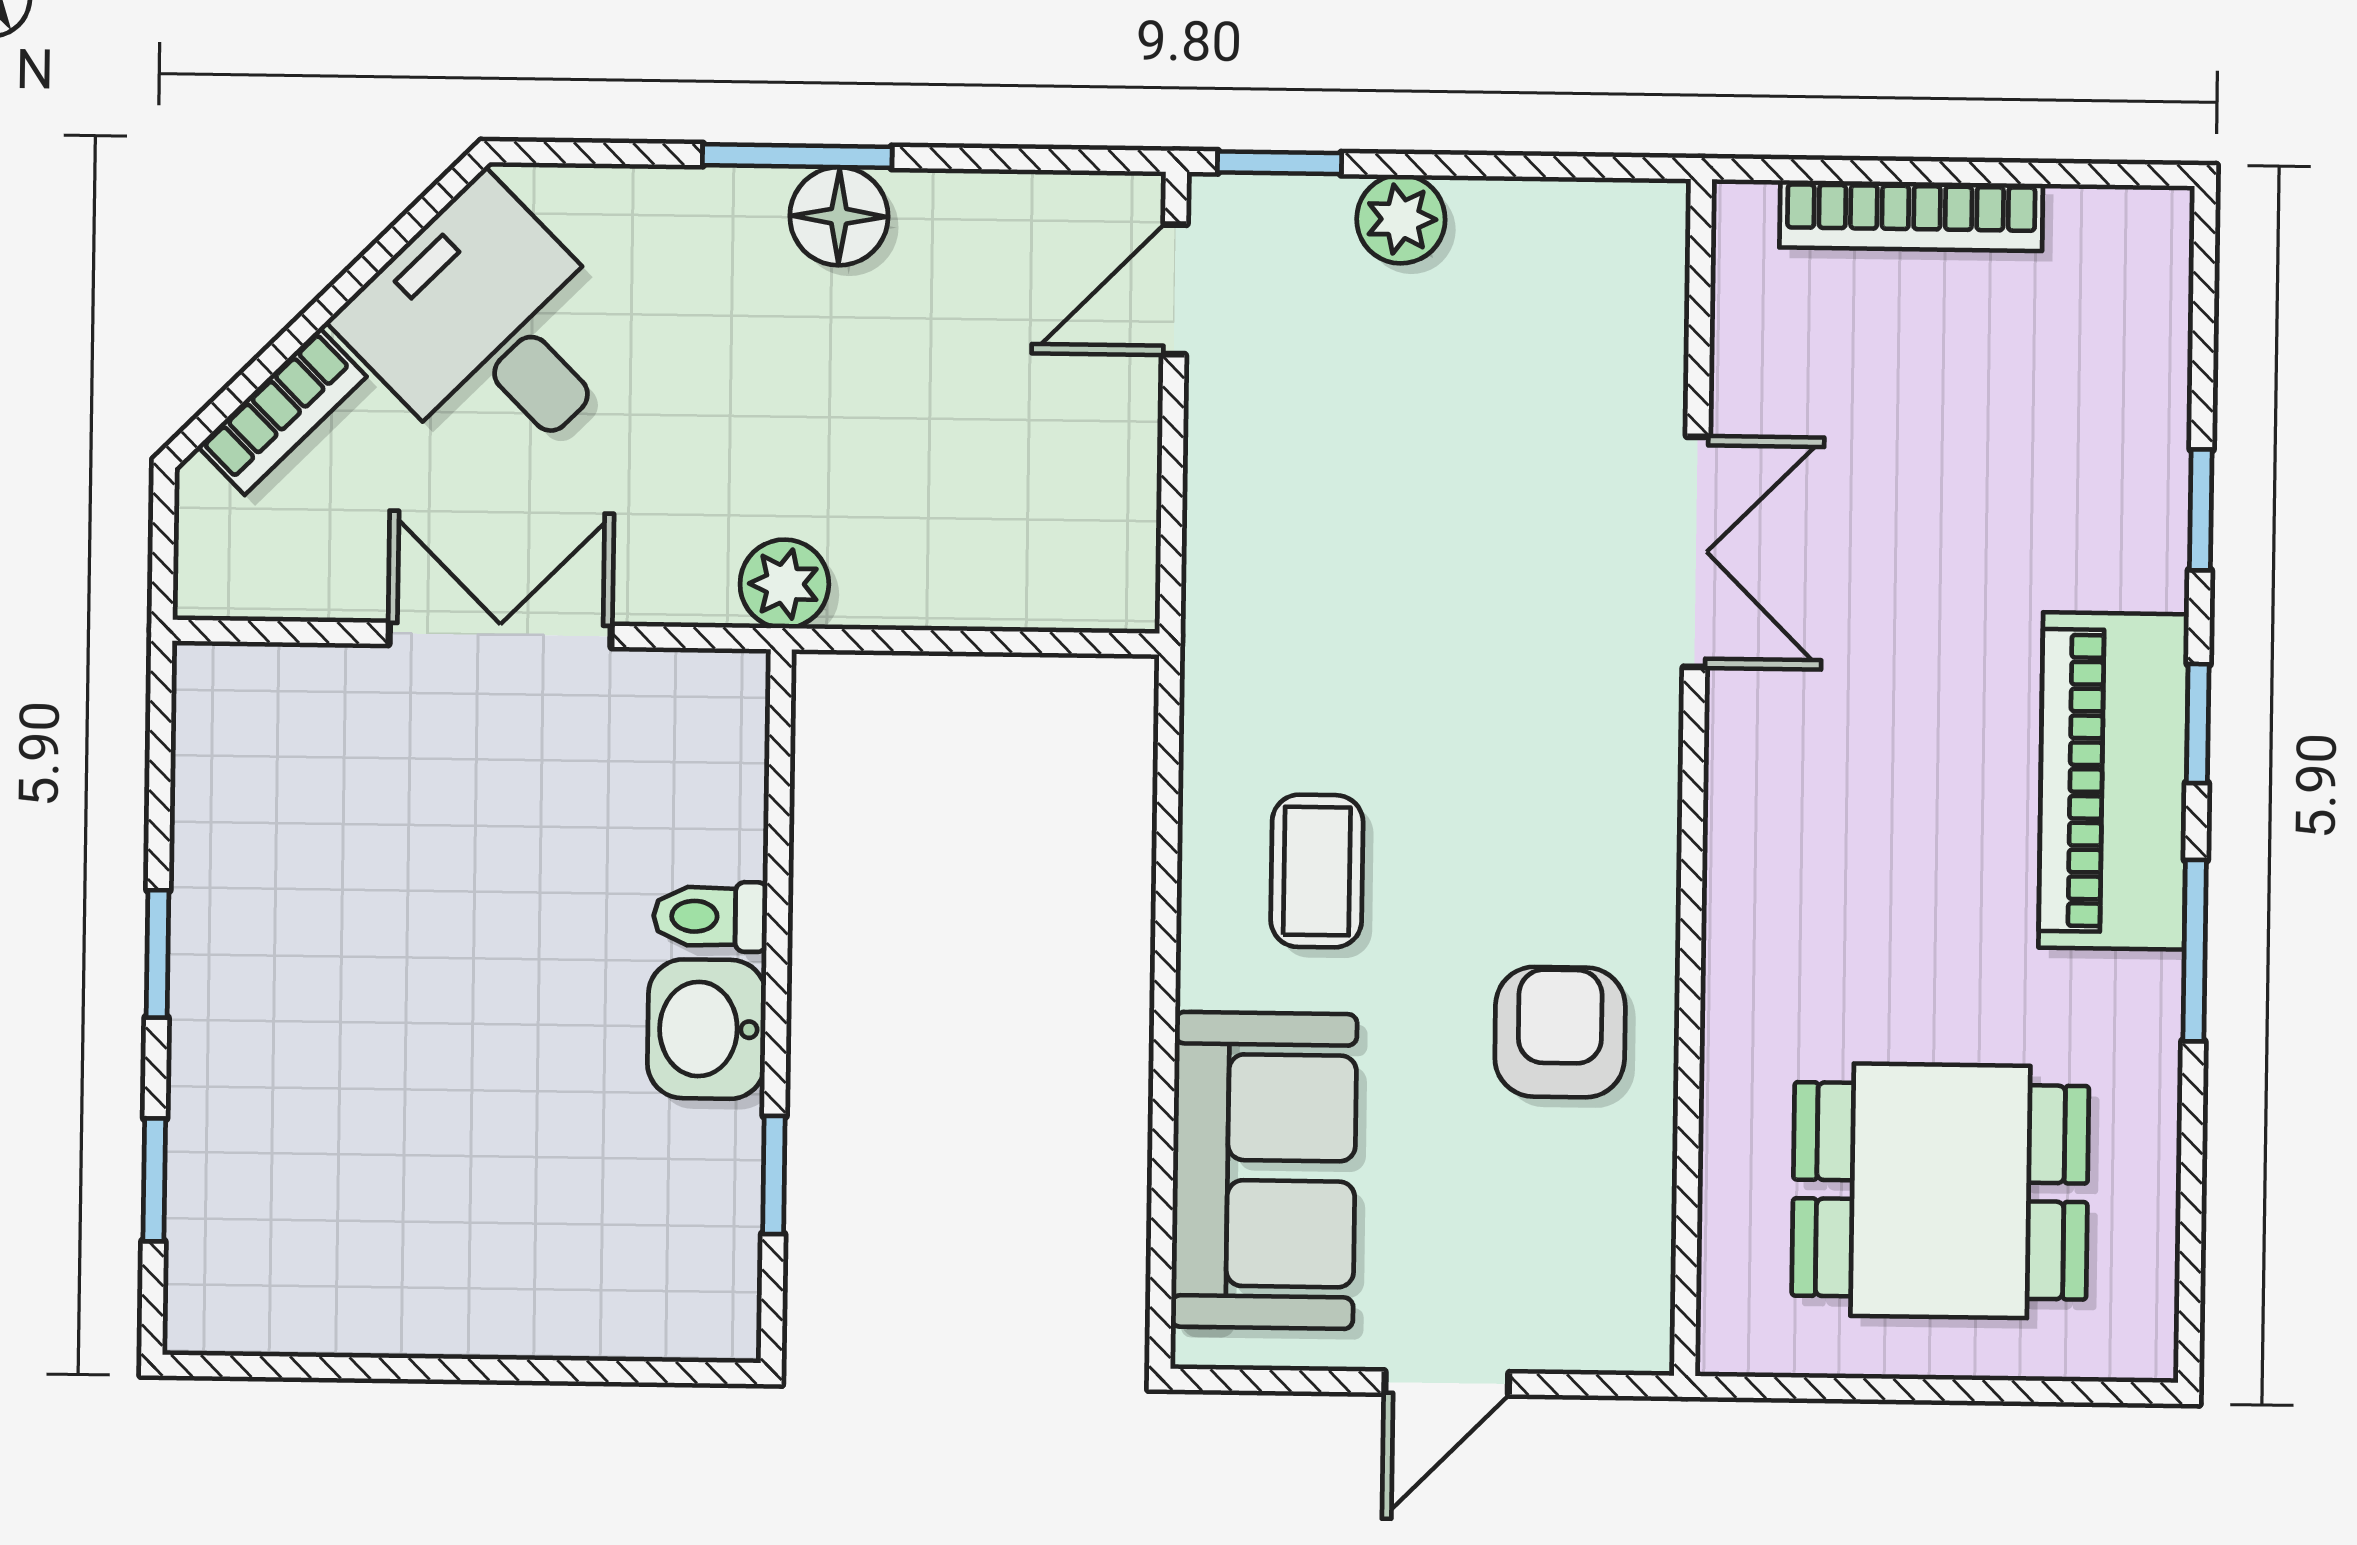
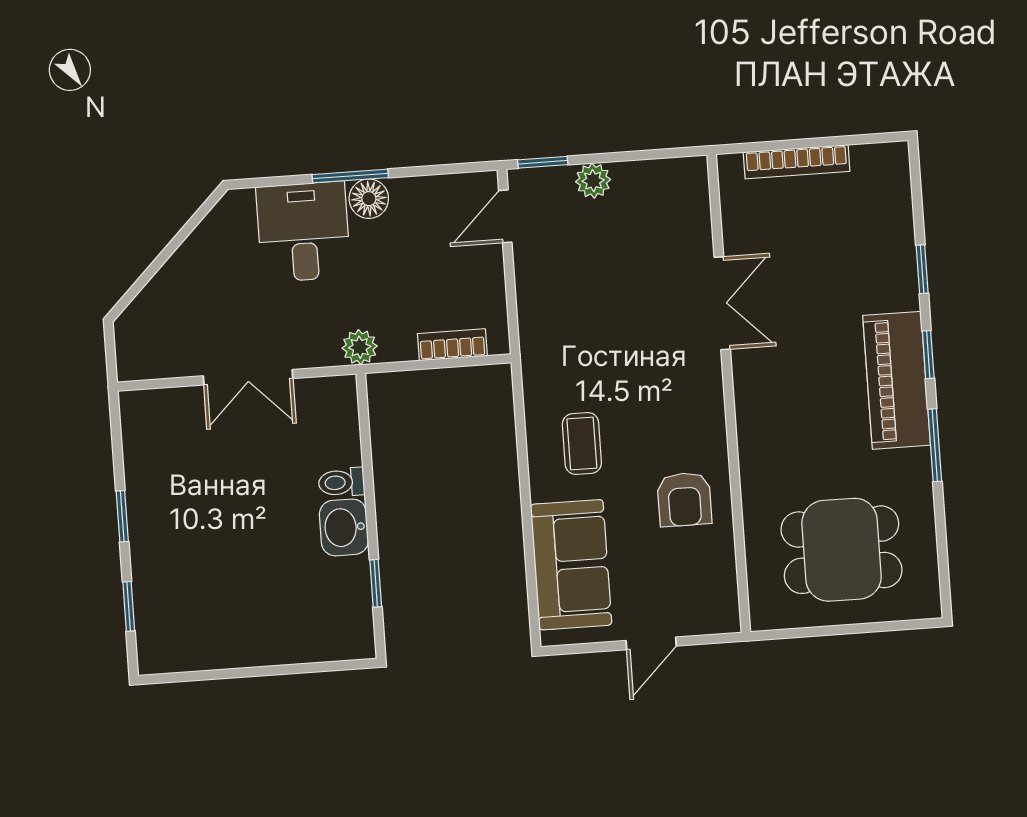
desk: (489, 330) -> (303, 232), moved, turned 45
bookcase: (282, 411) -> (452, 345), moved, turned -135
double door: (500, 635) -> (248, 377), swing flipped
armchair: (1560, 1032) -> (684, 499), turned 180

